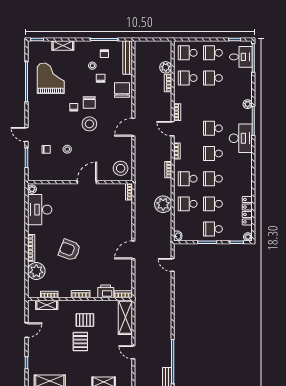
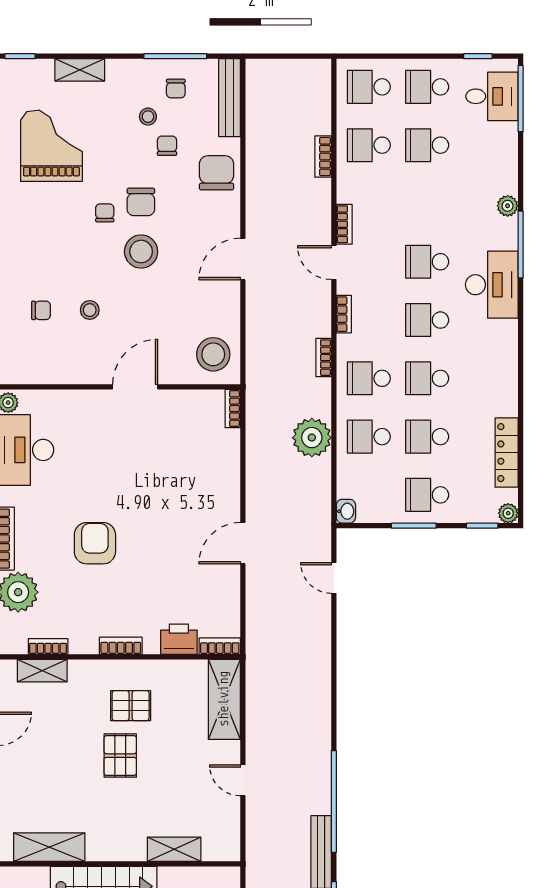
plant: (166, 67) -> (318, 120), removed
armchair: (69, 250) -> (95, 543), turned 69

